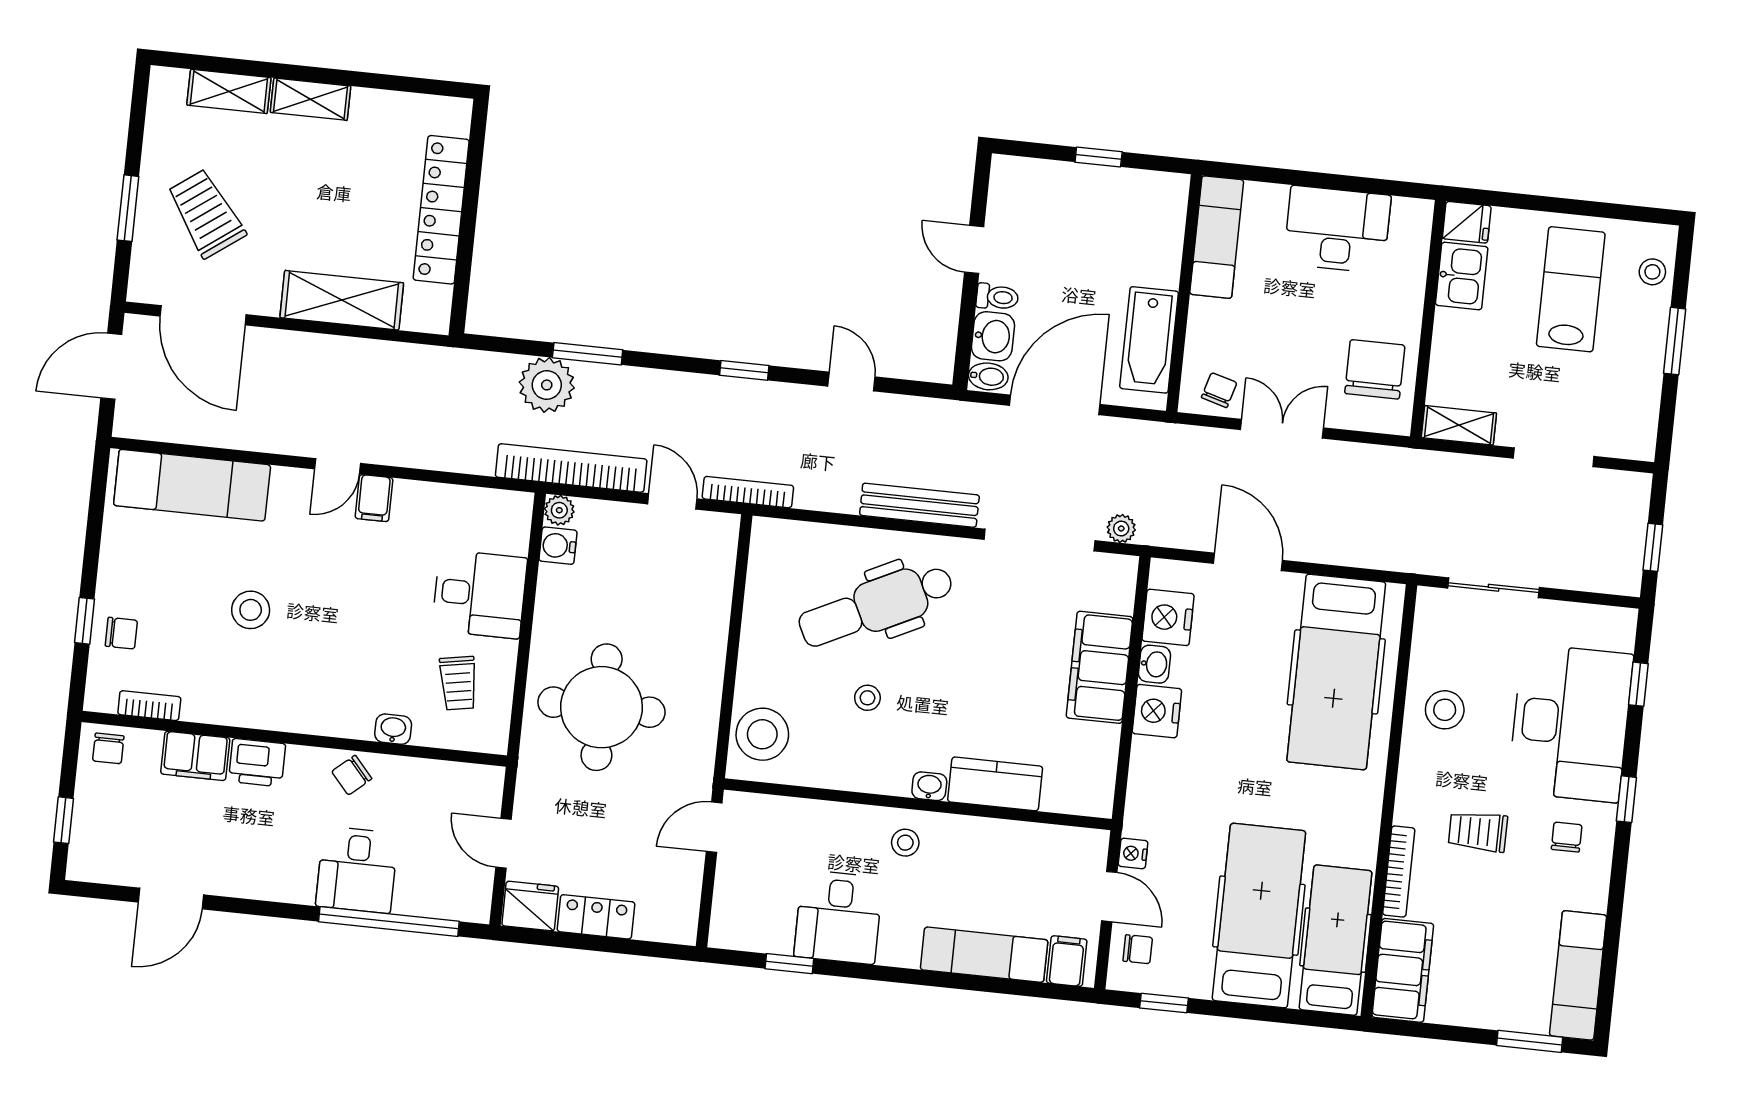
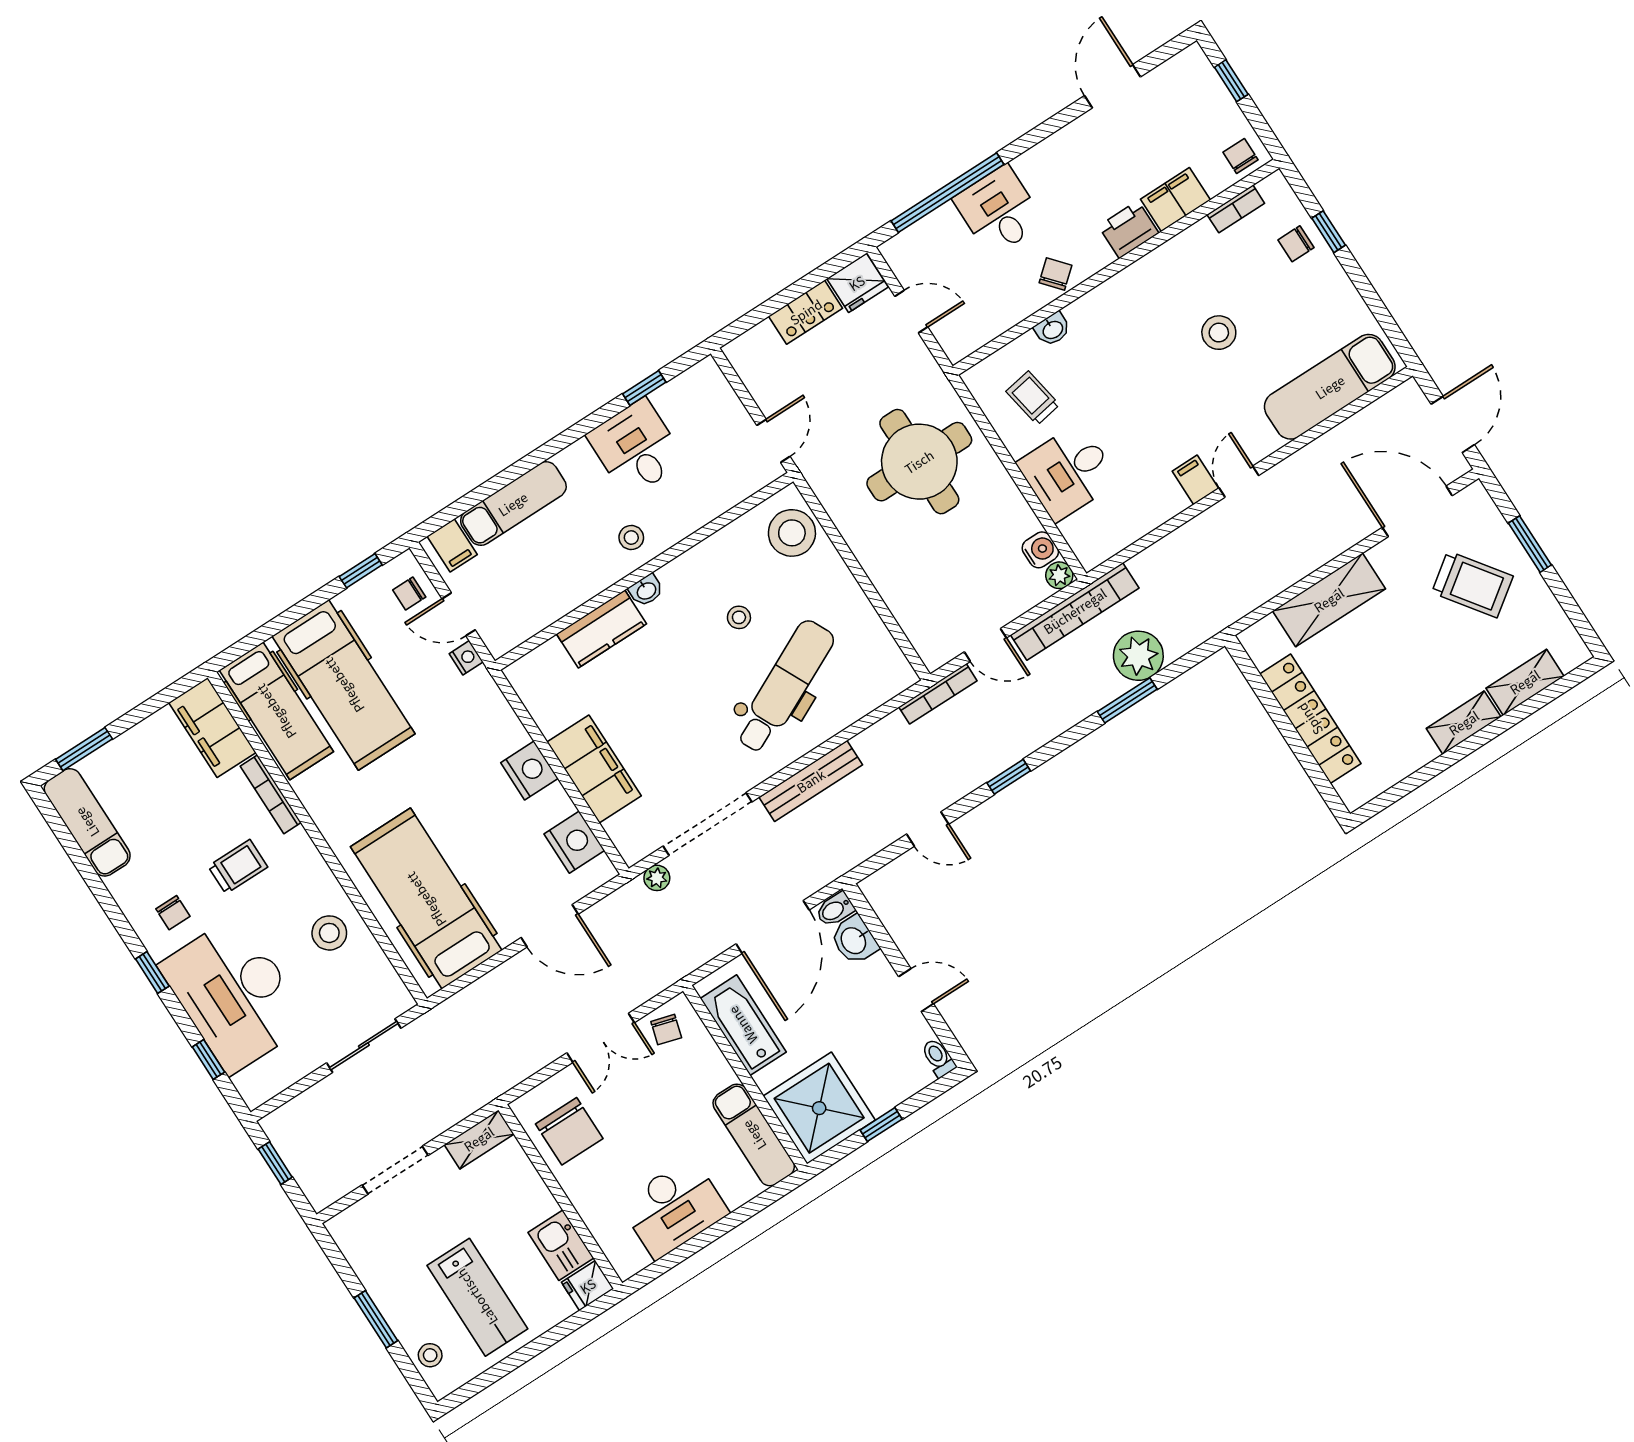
shower: (1141, 215) -> (819, 1108), added
toilet: (997, 297) -> (938, 1058), moved, turned 90
washbasin: (1154, 664) -> (558, 802), removed

